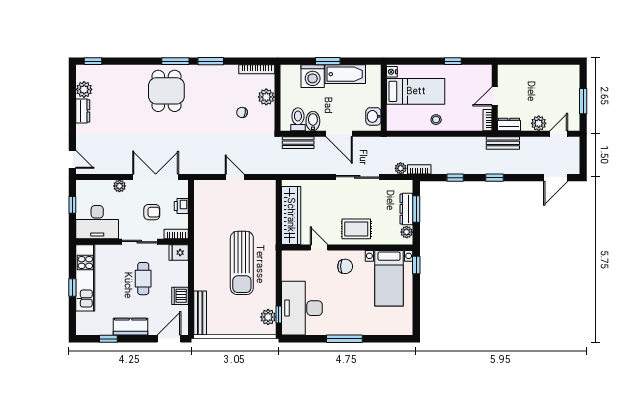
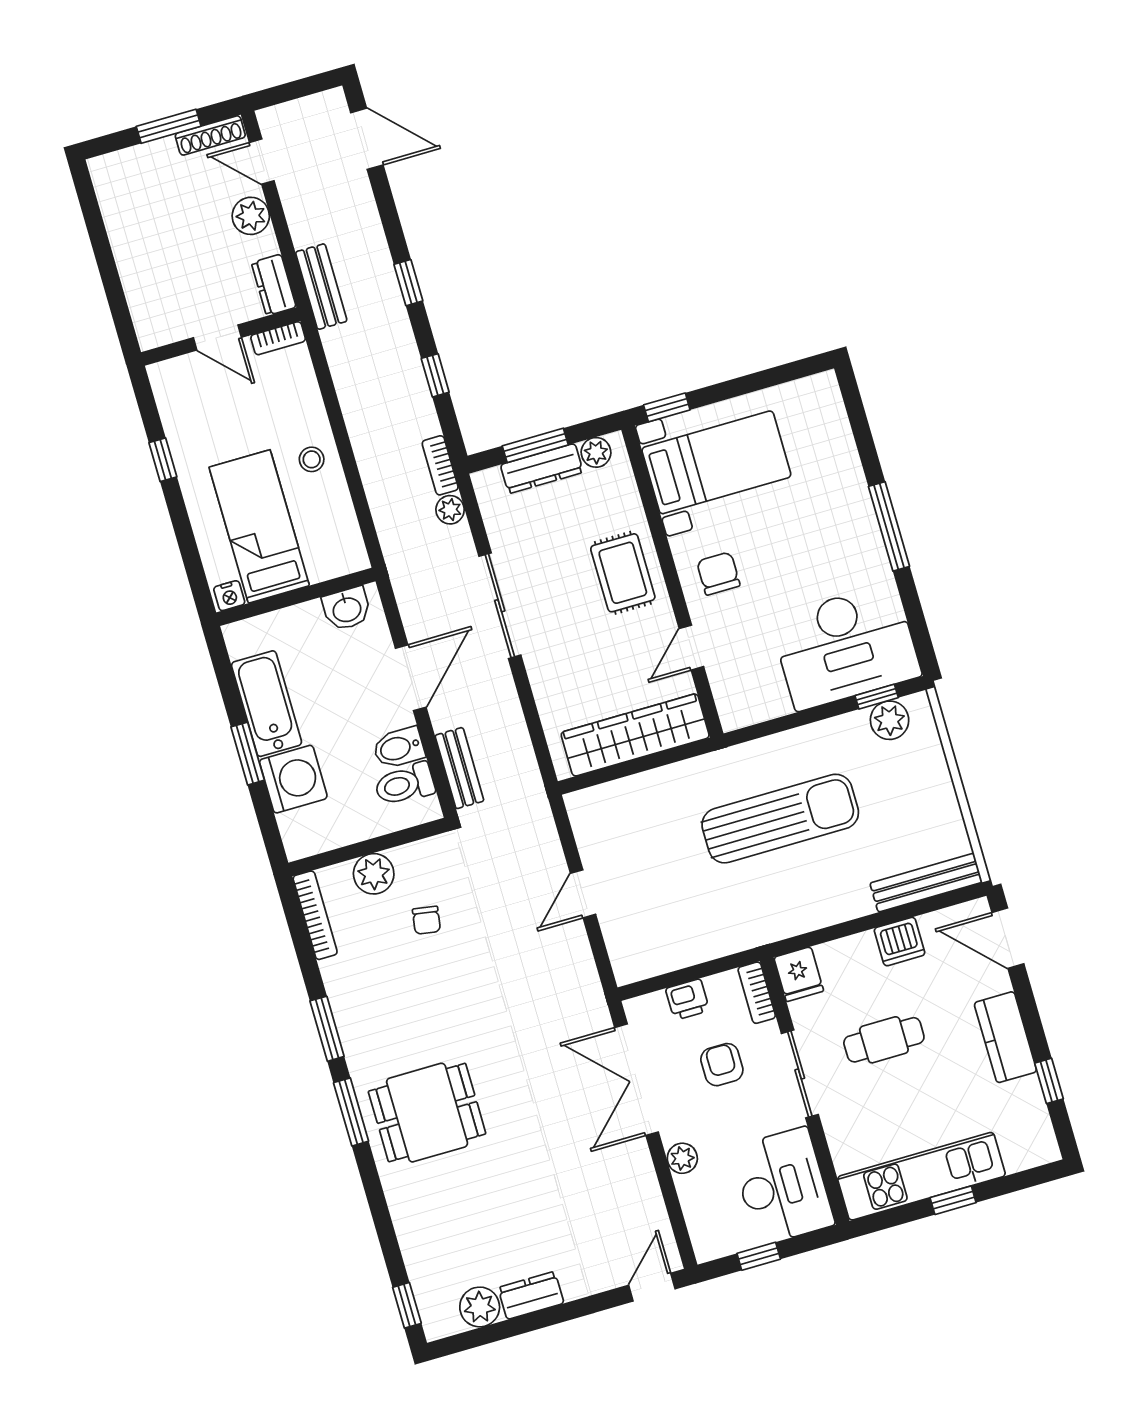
shoe rack: (575, 116) -> (210, 135), added

